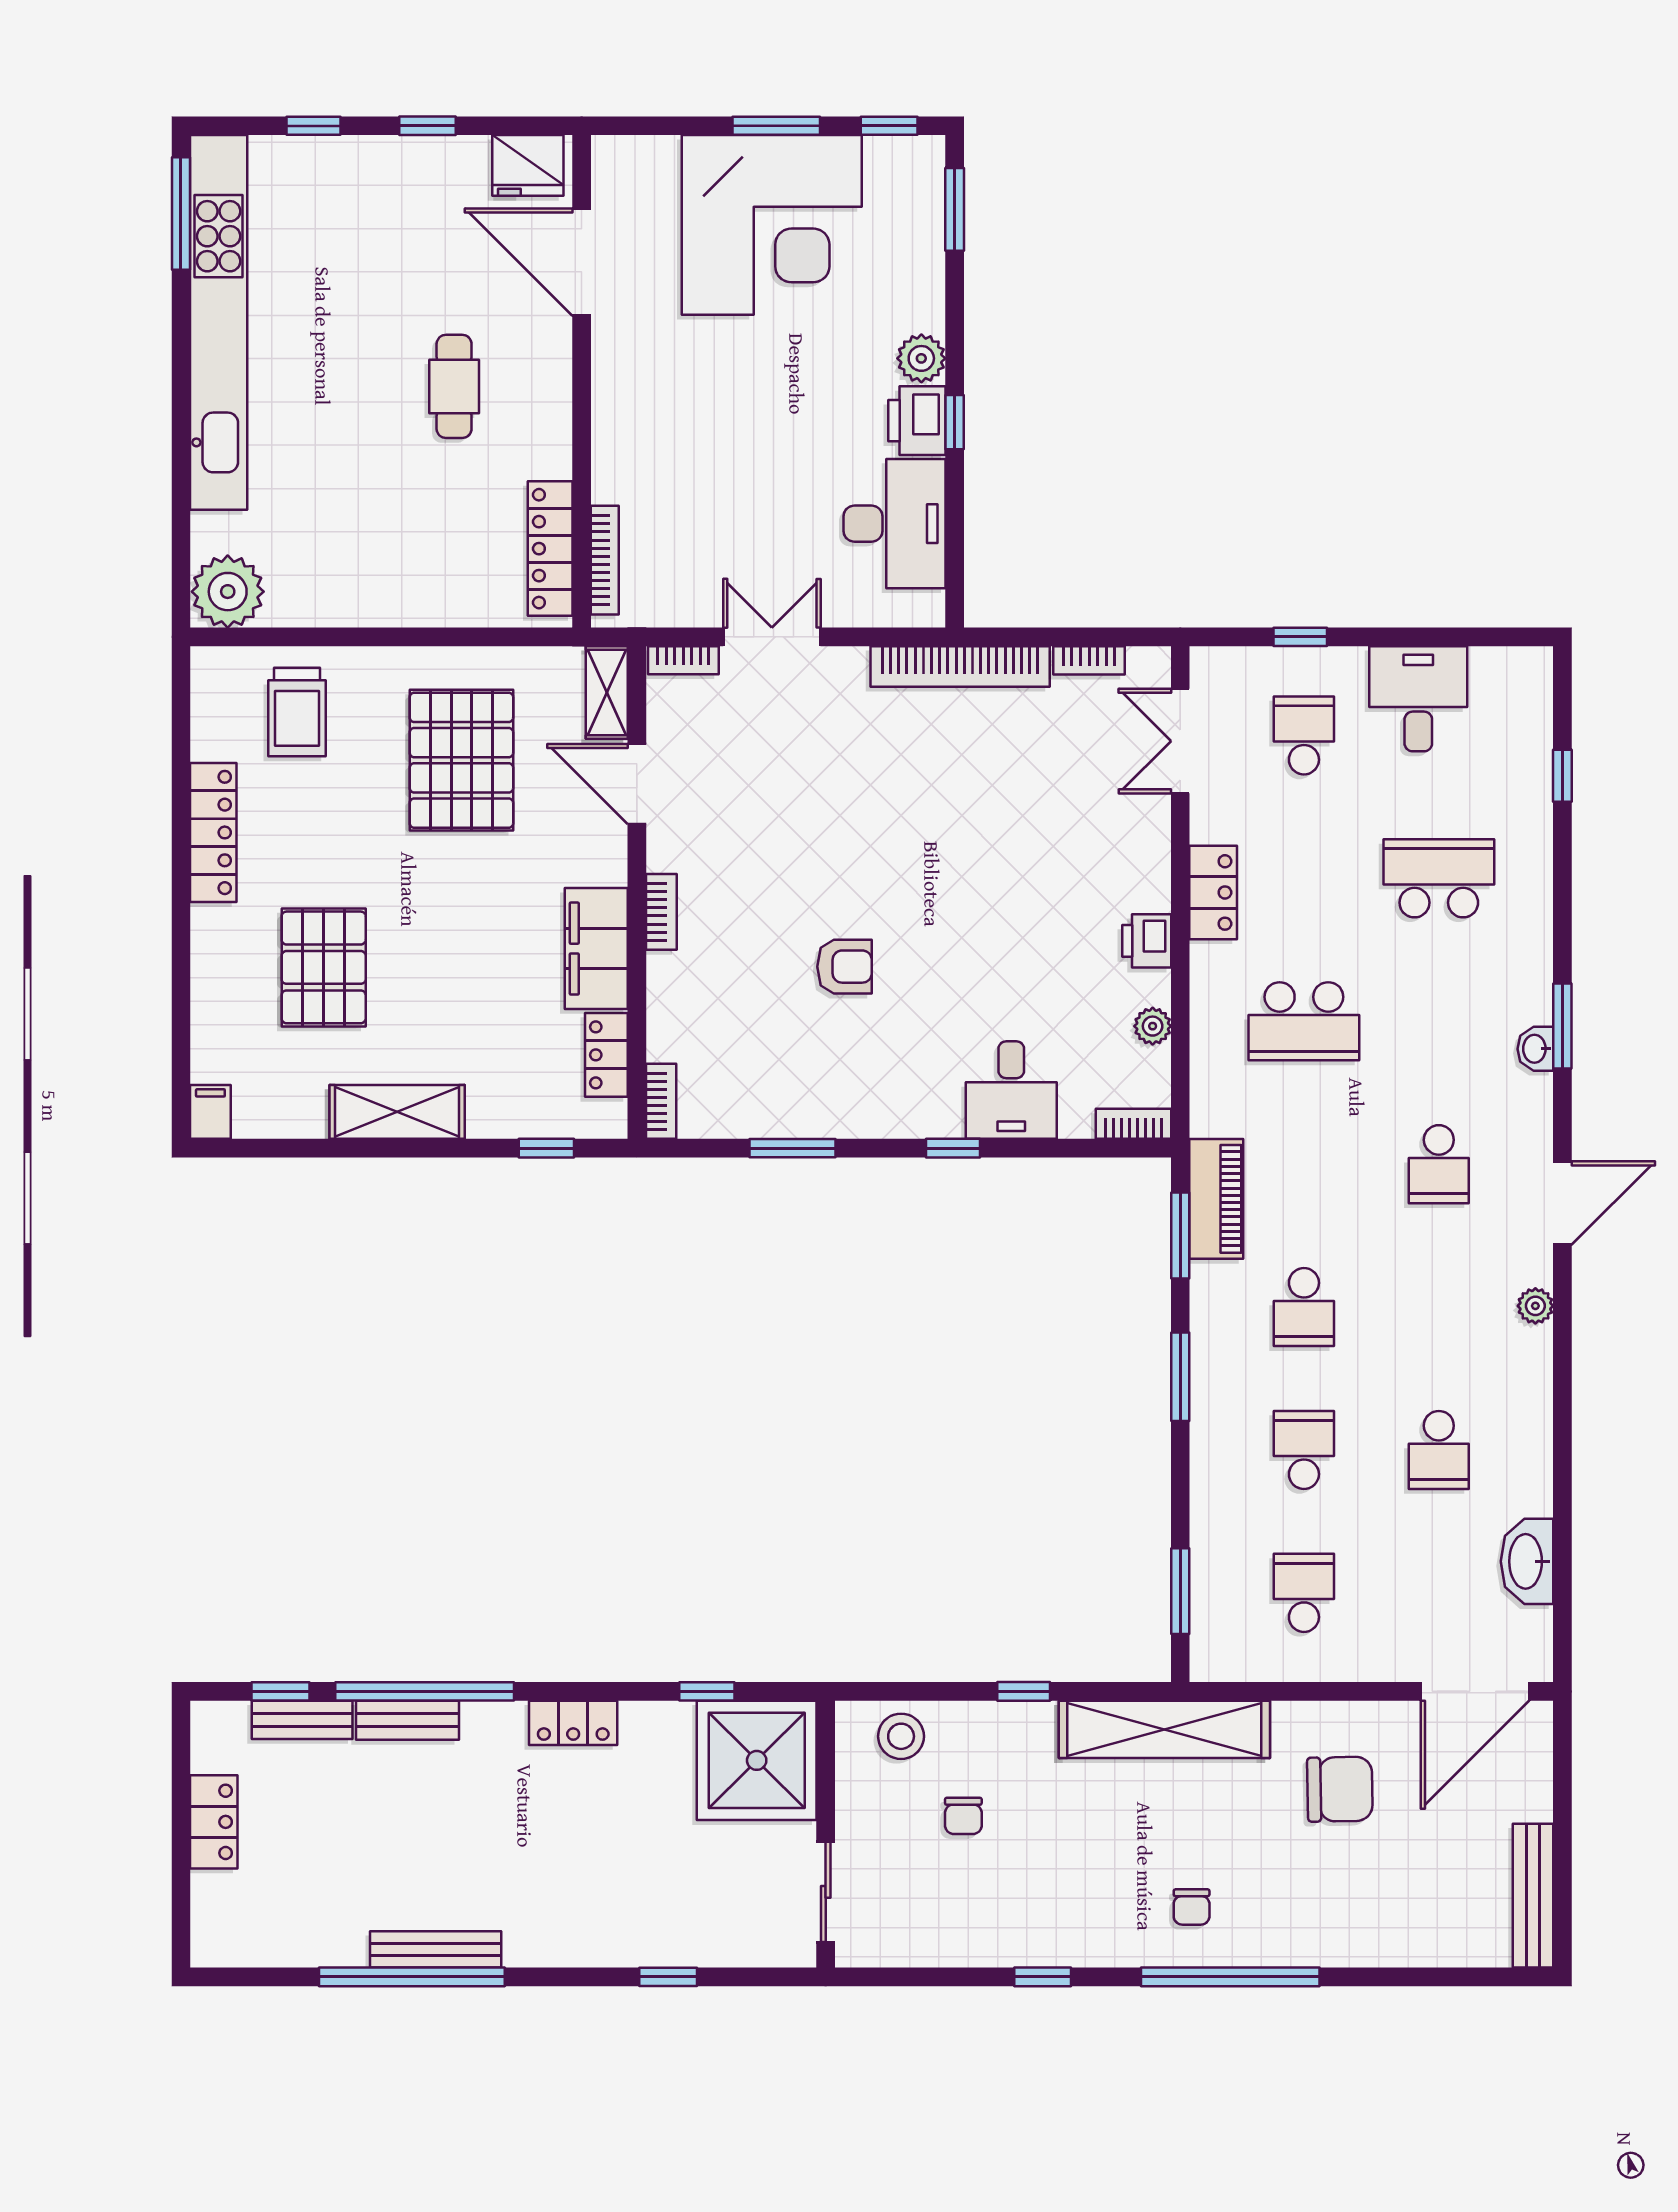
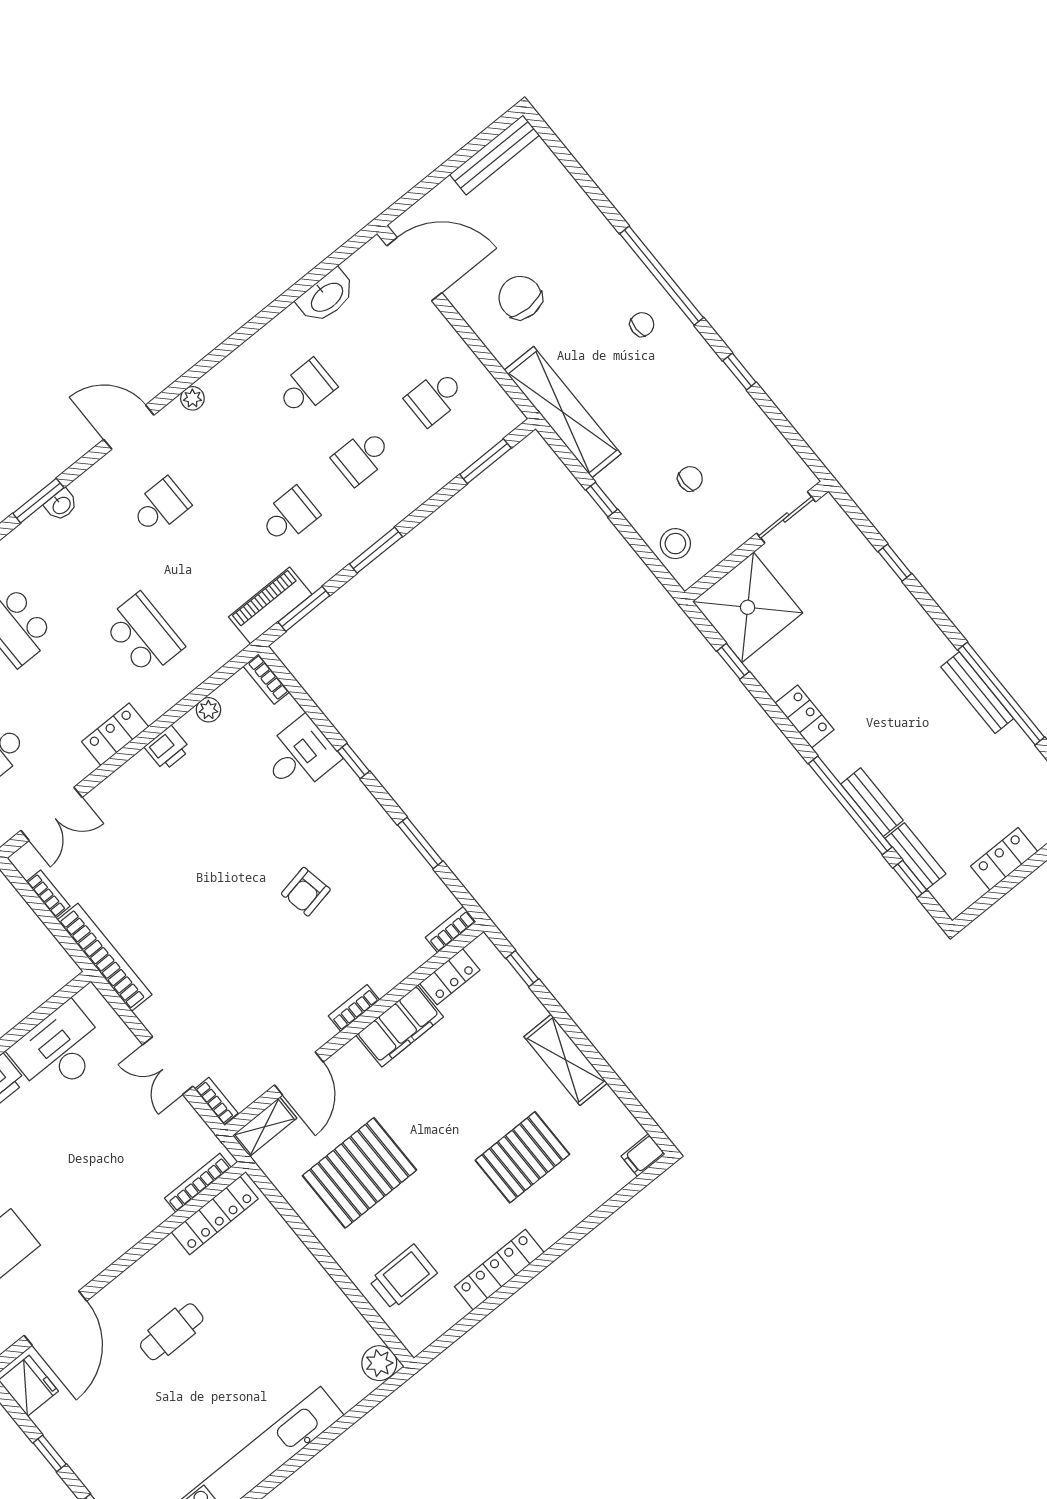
plant: (228, 592) -> (379, 1363), width x0.73, depth x0.73
armchair: (845, 967) -> (306, 892), turned -101

